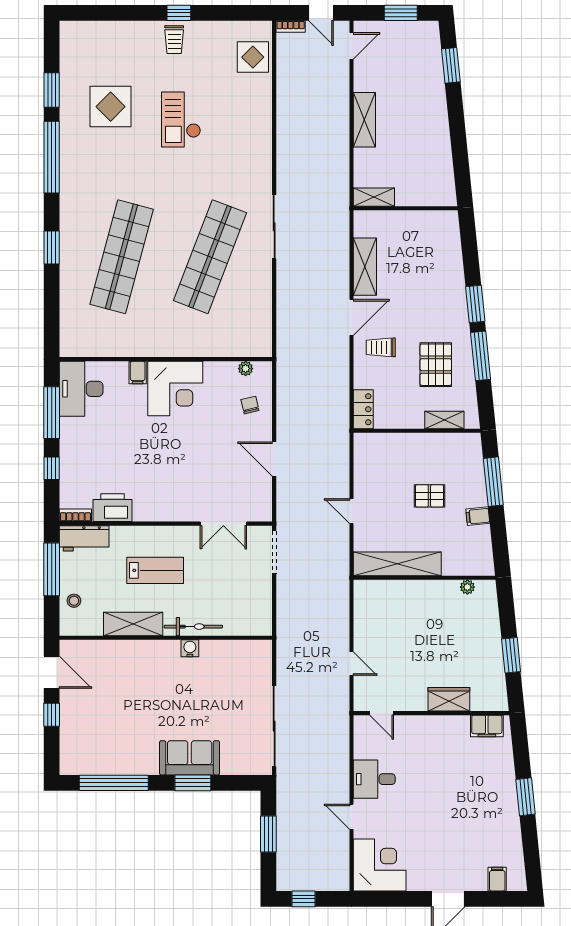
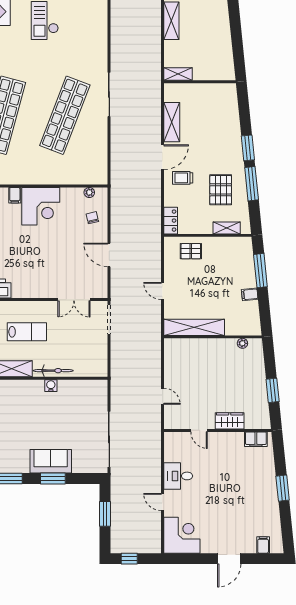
pallet: (429, 496) -> (191, 251), moved
door: (382, 713) -> (199, 430), moved

